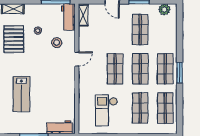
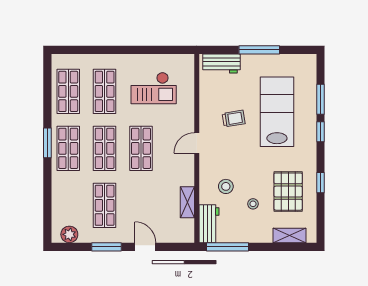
shelving: (83, 15) -> (187, 202), moved
door: (77, 59) -> (197, 143), moved
trolley: (51, 89) -> (234, 119), added
lab bench: (21, 94) -> (277, 112), width x1.36, depth x1.39
checkout: (106, 110) -> (154, 88), turned 90

